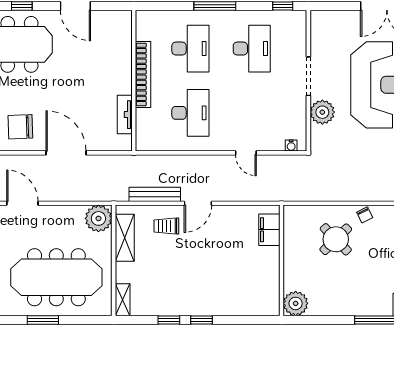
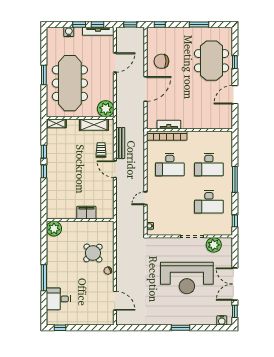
bookcase: (143, 74) -> (167, 136), moved
plant: (322, 112) -> (214, 245), moved
chair: (20, 127) -> (161, 61), turned -88
filing cabinet: (269, 230) -> (86, 213), moved

